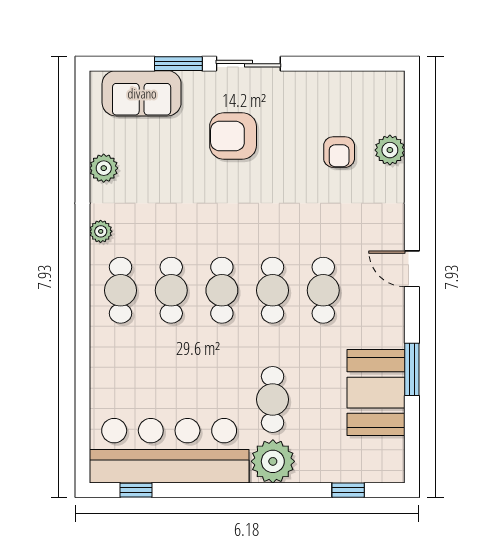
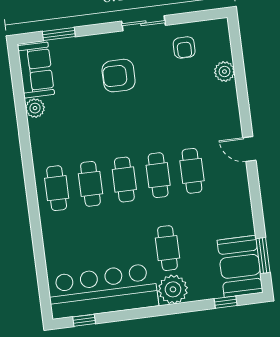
window: (178, 64) -> (59, 34), moved
sliding door: (248, 64) -> (143, 23), moved
sofa: (142, 93) -> (36, 70), moved, turned -90
armchair: (339, 152) -> (184, 47), moved
plant: (101, 231) -> (38, 151), removed
window: (412, 369) -> (263, 255), moved
booth: (376, 393) -> (240, 266), moved

